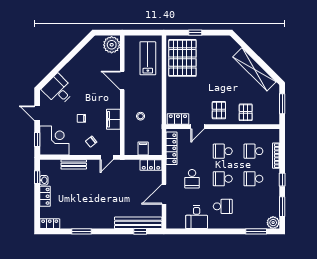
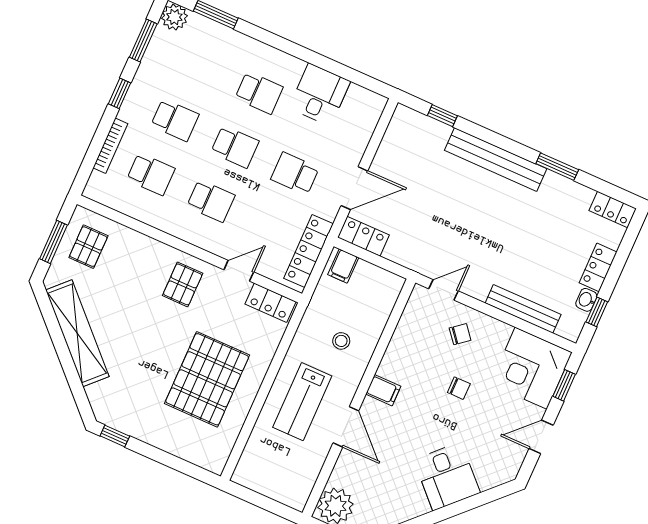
window: (195, 33) -> (115, 436), moved
lab bench: (148, 58) -> (302, 402), moved
pallet: (182, 58) -> (207, 379), moved
desk: (58, 90) -> (447, 476), moved
pallet: (246, 112) -> (88, 247), moved
door: (37, 113) -> (541, 437), swing flipped
filing cabinet: (113, 119) -> (383, 390), moved, width x0.50
filing cabinet: (143, 148) -> (343, 266), moved
bench: (74, 164) -> (523, 309), width x1.36
school desk: (192, 179) -> (295, 174), turned -90
door: (164, 194) -> (354, 188), moved
school desk: (223, 206) -> (259, 93), turned 180
bench: (138, 223) -> (496, 159), moved

